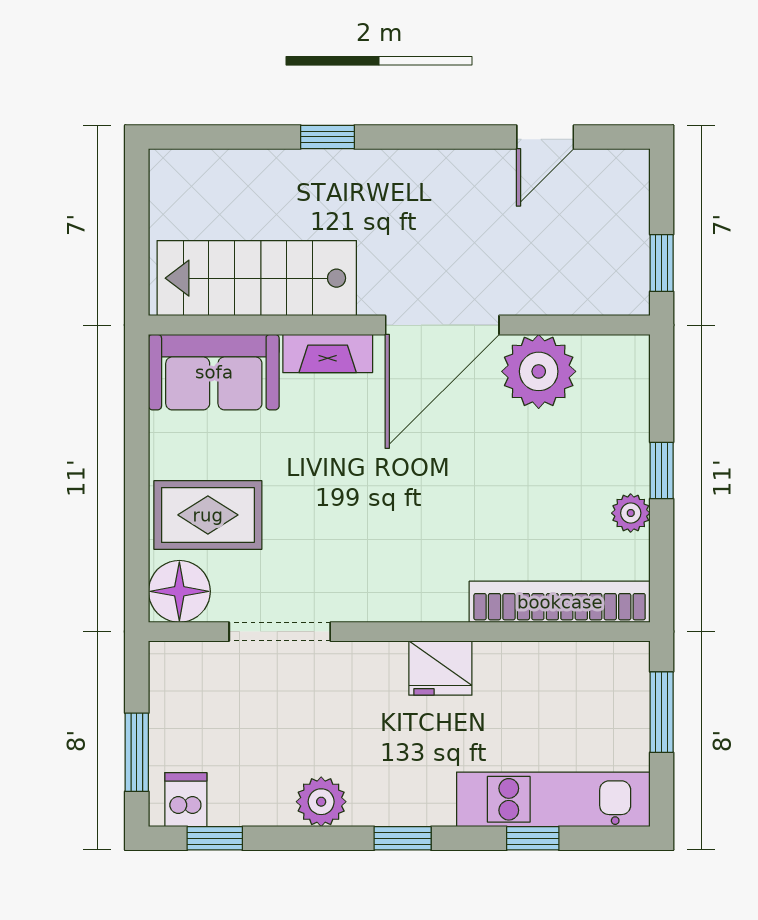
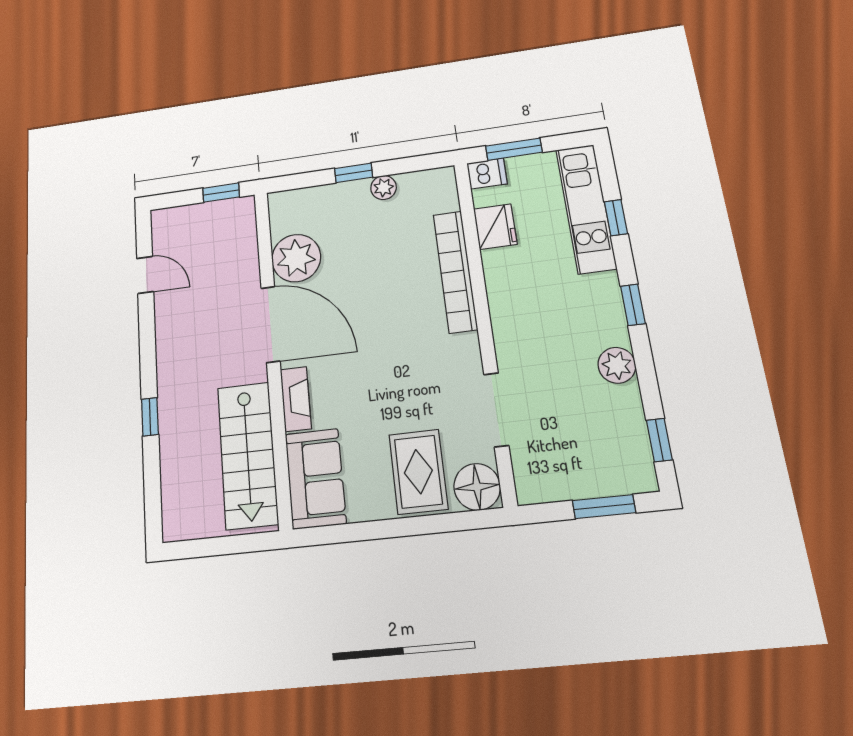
bookcase: (560, 602) -> (455, 271), moved
fridge: (440, 668) -> (495, 227), moved
dishwasher: (186, 800) -> (487, 174), moved, turned 180

